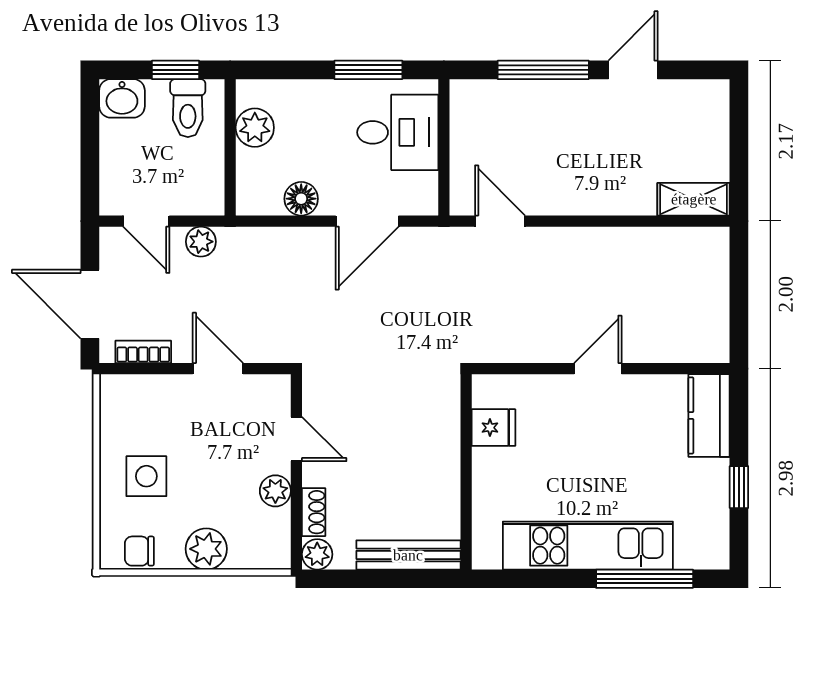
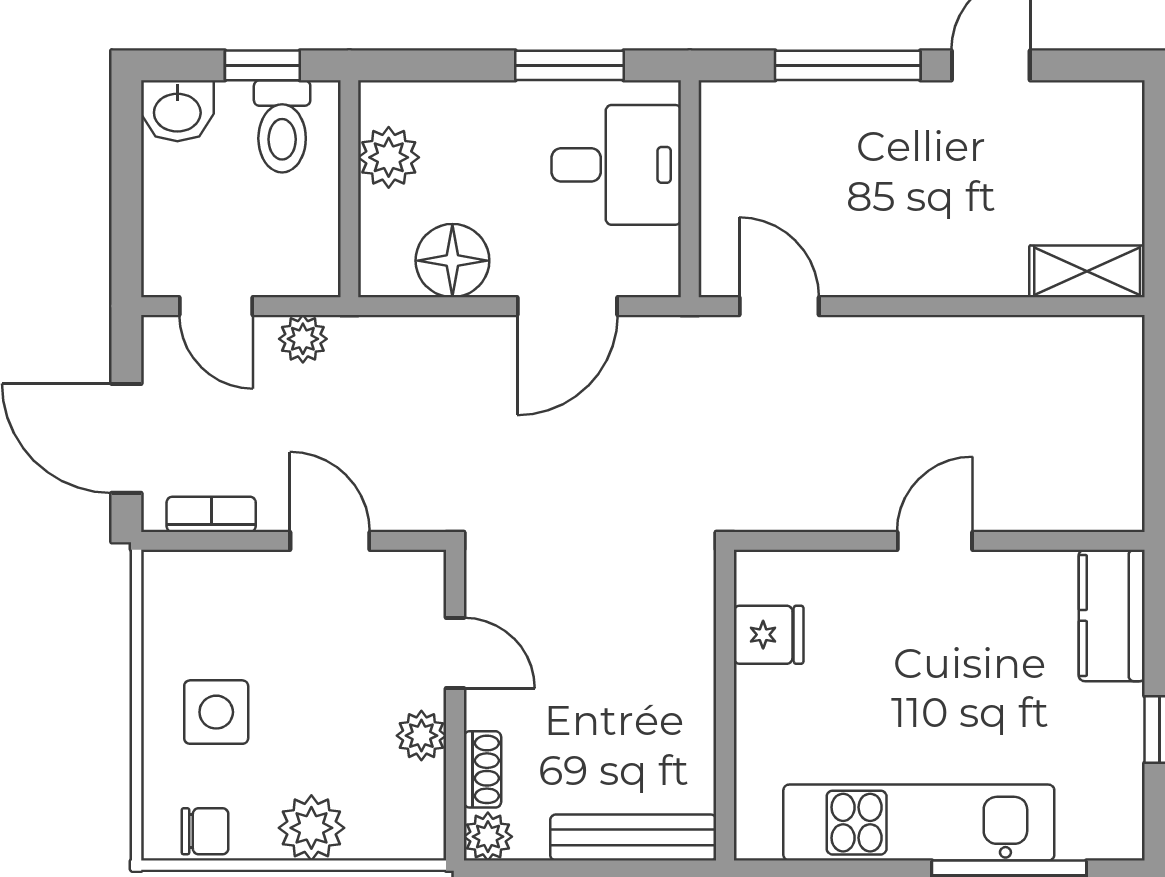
floor lamp: (301, 199) -> (452, 261), width x1.38, depth x1.38
chair: (139, 551) -> (205, 831), turned 180

